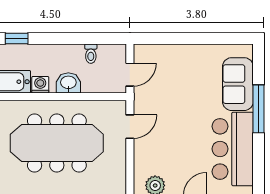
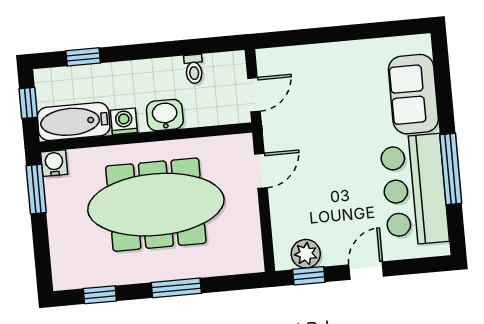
window: (259, 109) -> (451, 169), moved

